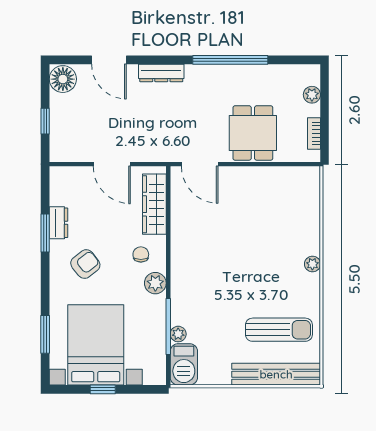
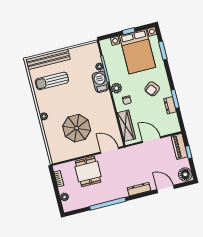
piano: (60, 137) -> (179, 146), added
parasol: (254, 224) -> (77, 128), added
barbecue: (184, 364) -> (100, 82), moved

